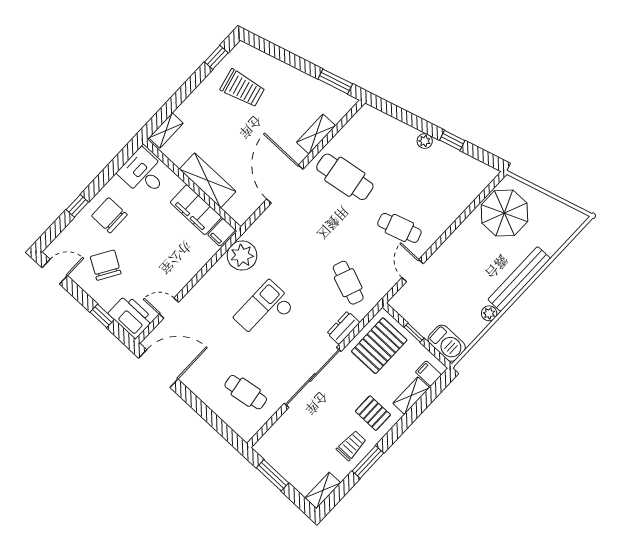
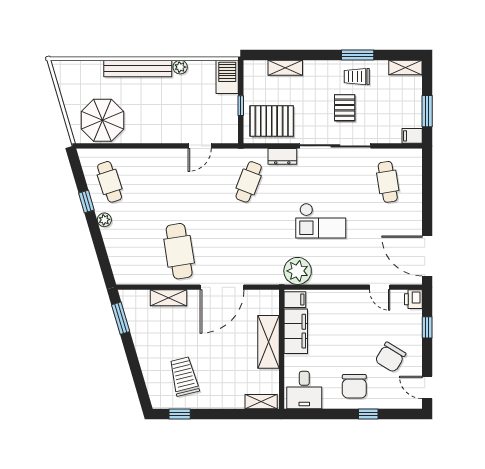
cafe table: (399, 228) -> (110, 182), moved
printer: (131, 316) -> (413, 299), width x0.53, depth x0.68
filing cabinet: (428, 374) -> (412, 136), moved, turned 90
pallet: (373, 413) -> (345, 108), moved

